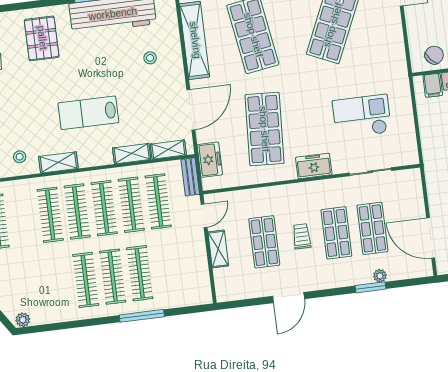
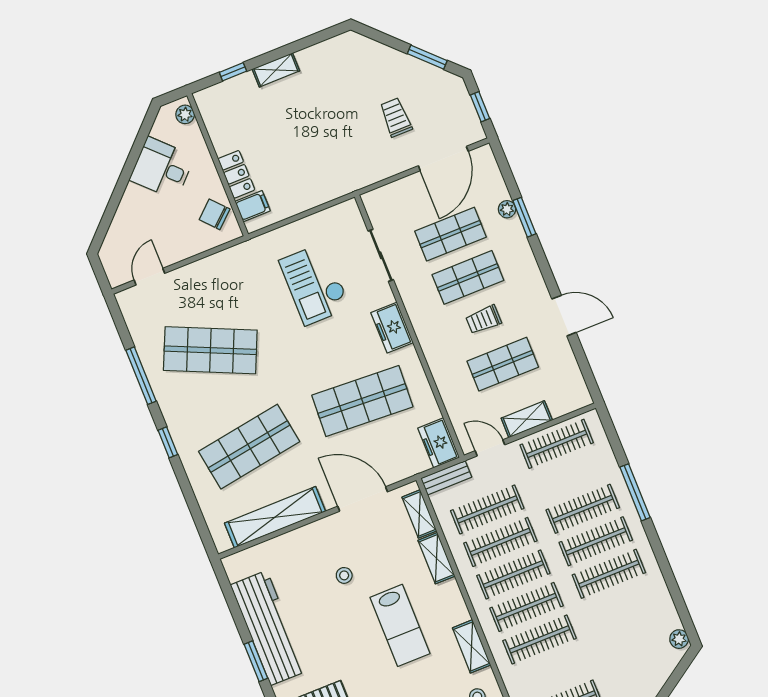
stool: (150, 58) -> (344, 575), moved
freezer: (210, 160) -> (439, 443), moved, turned -90
clothes rail: (194, 266) -> (557, 444), added

